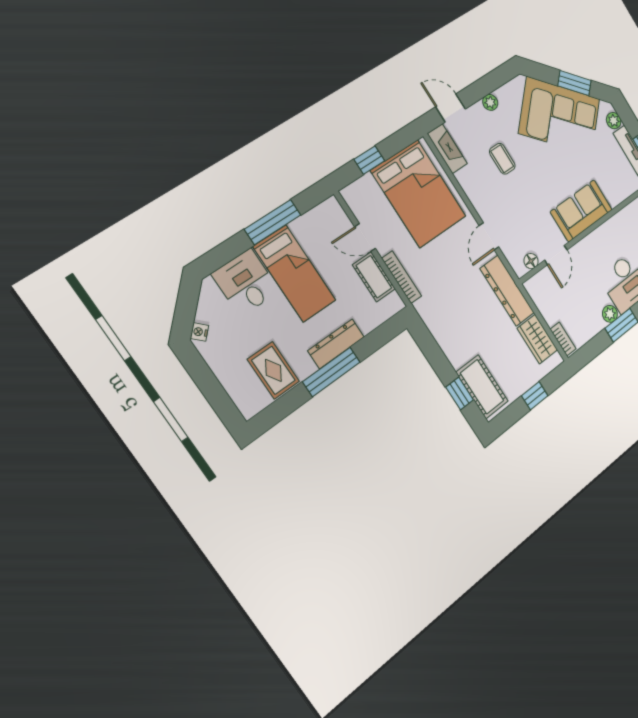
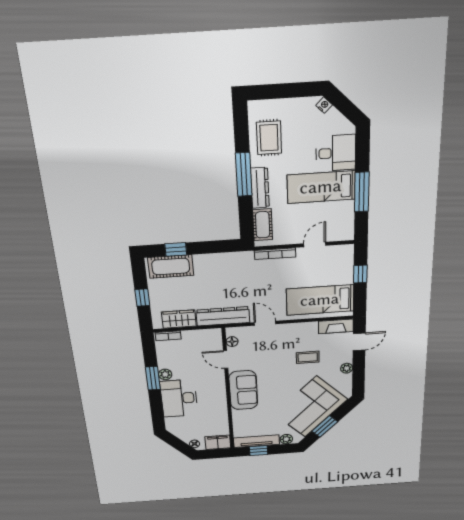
bed: (419, 194) -> (320, 300), width x0.67
cot: (374, 277) -> (263, 225), moved, turned 90
rug: (273, 370) -> (269, 138), turned 90

